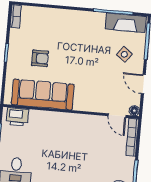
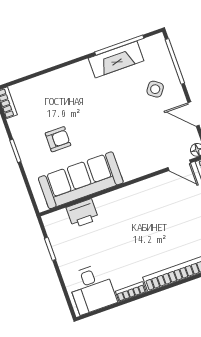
fireplace: (126, 23) -> (116, 59), moved
printer: (17, 117) -> (82, 213), moved

